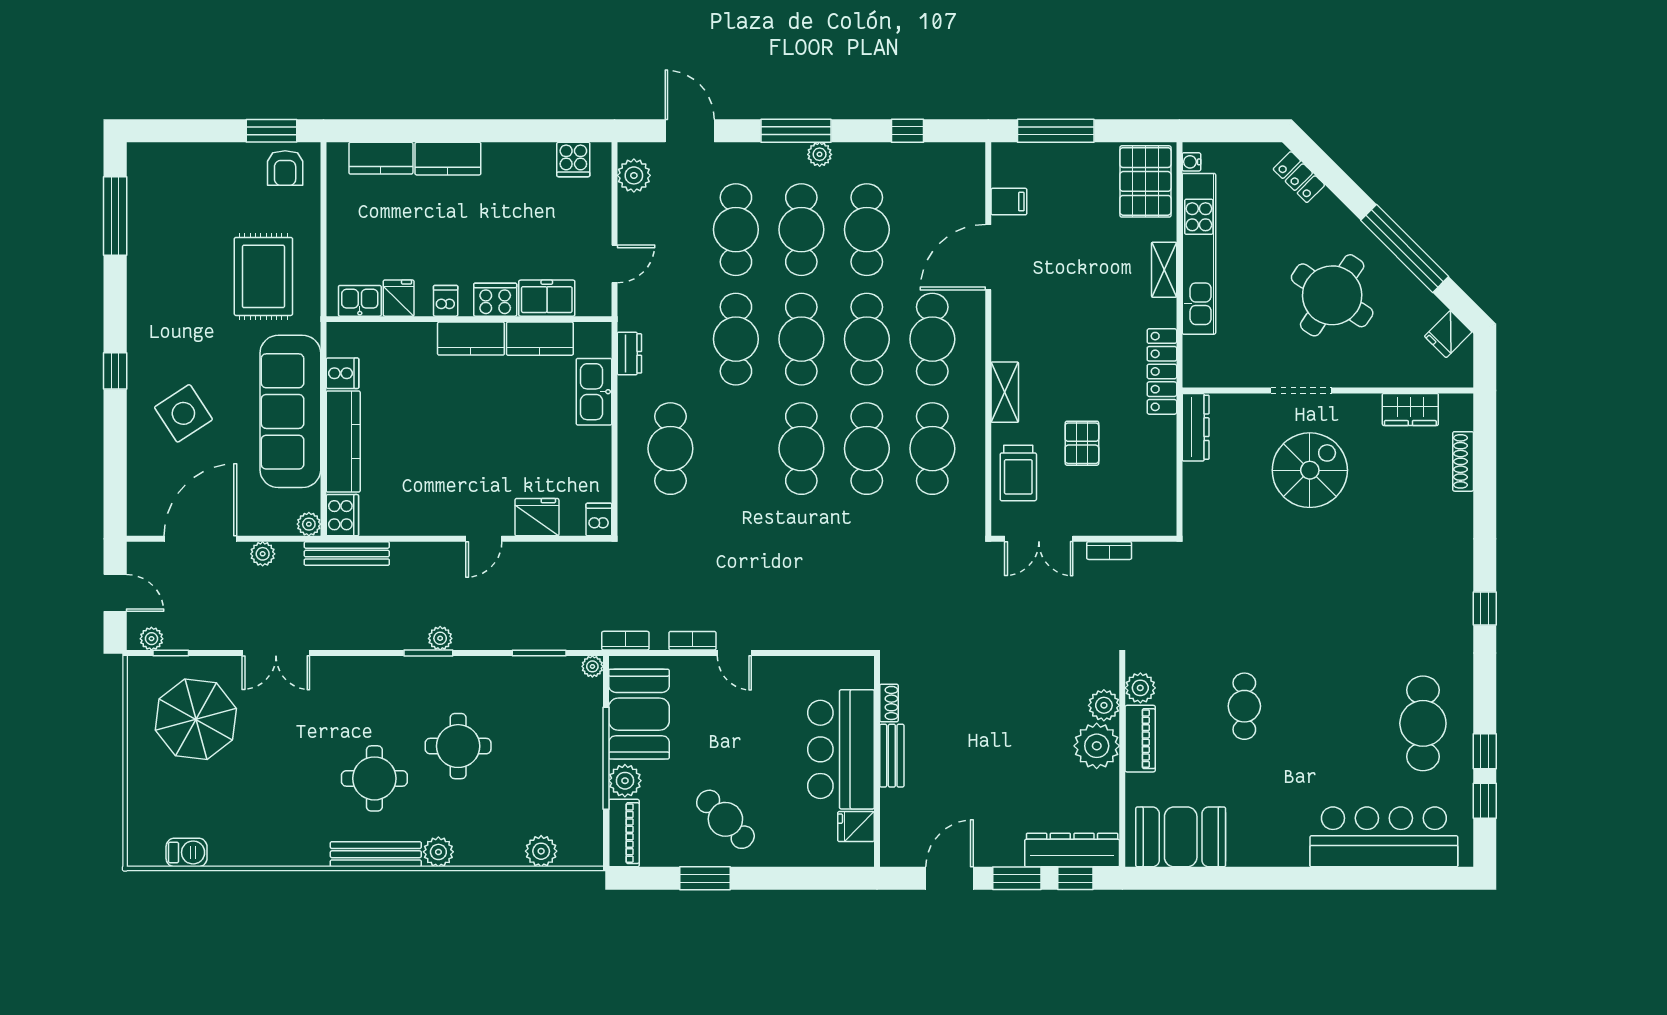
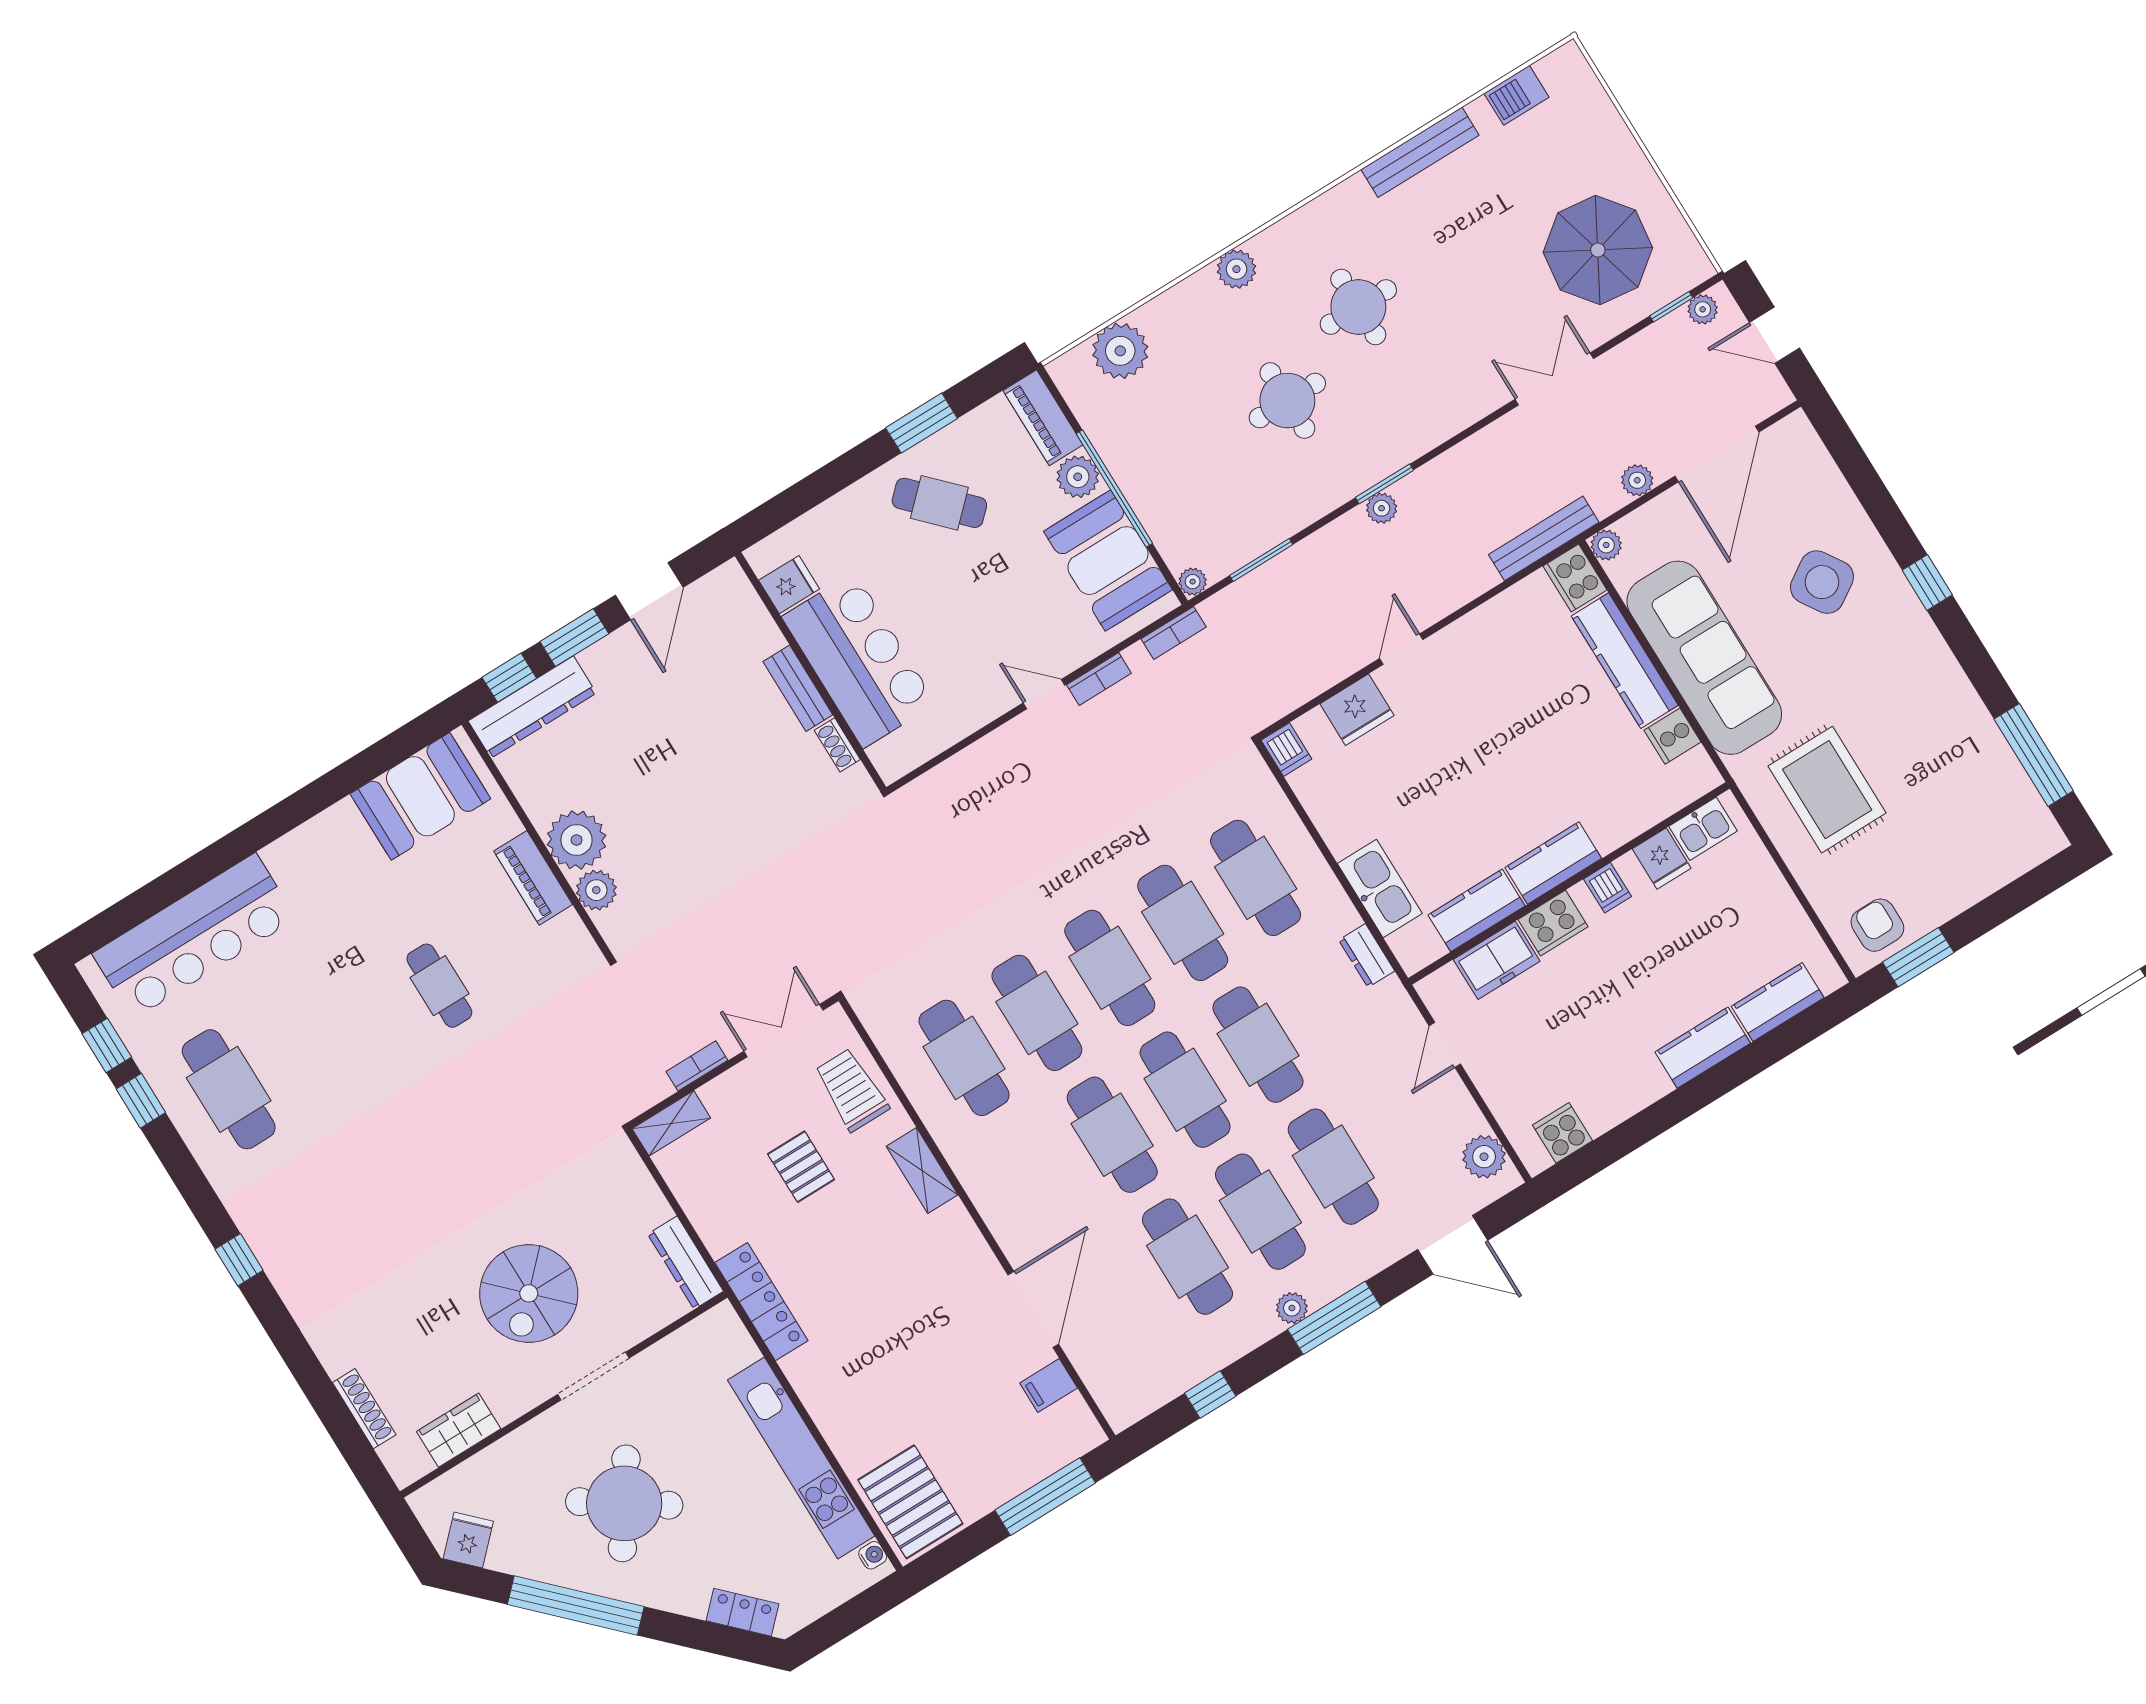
shelving: (1164, 270) -> (671, 1123), moved, turned 90
cafe table: (932, 339) -> (1183, 923), moved
plant: (1140, 688) -> (568, 934), removed
plant: (541, 851) -> (1120, 351), width x1.36, depth x1.36
bench: (376, 854) -> (1420, 152), moved

